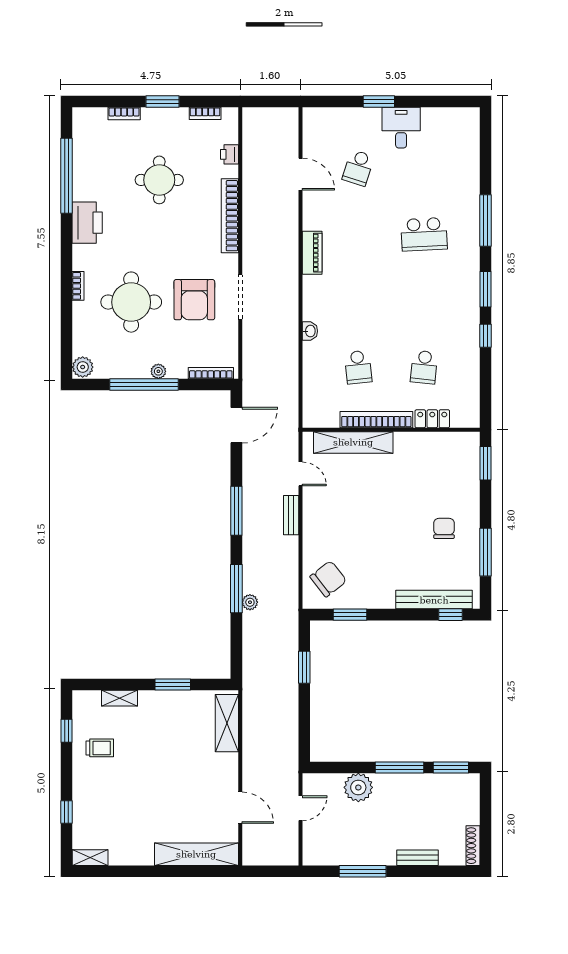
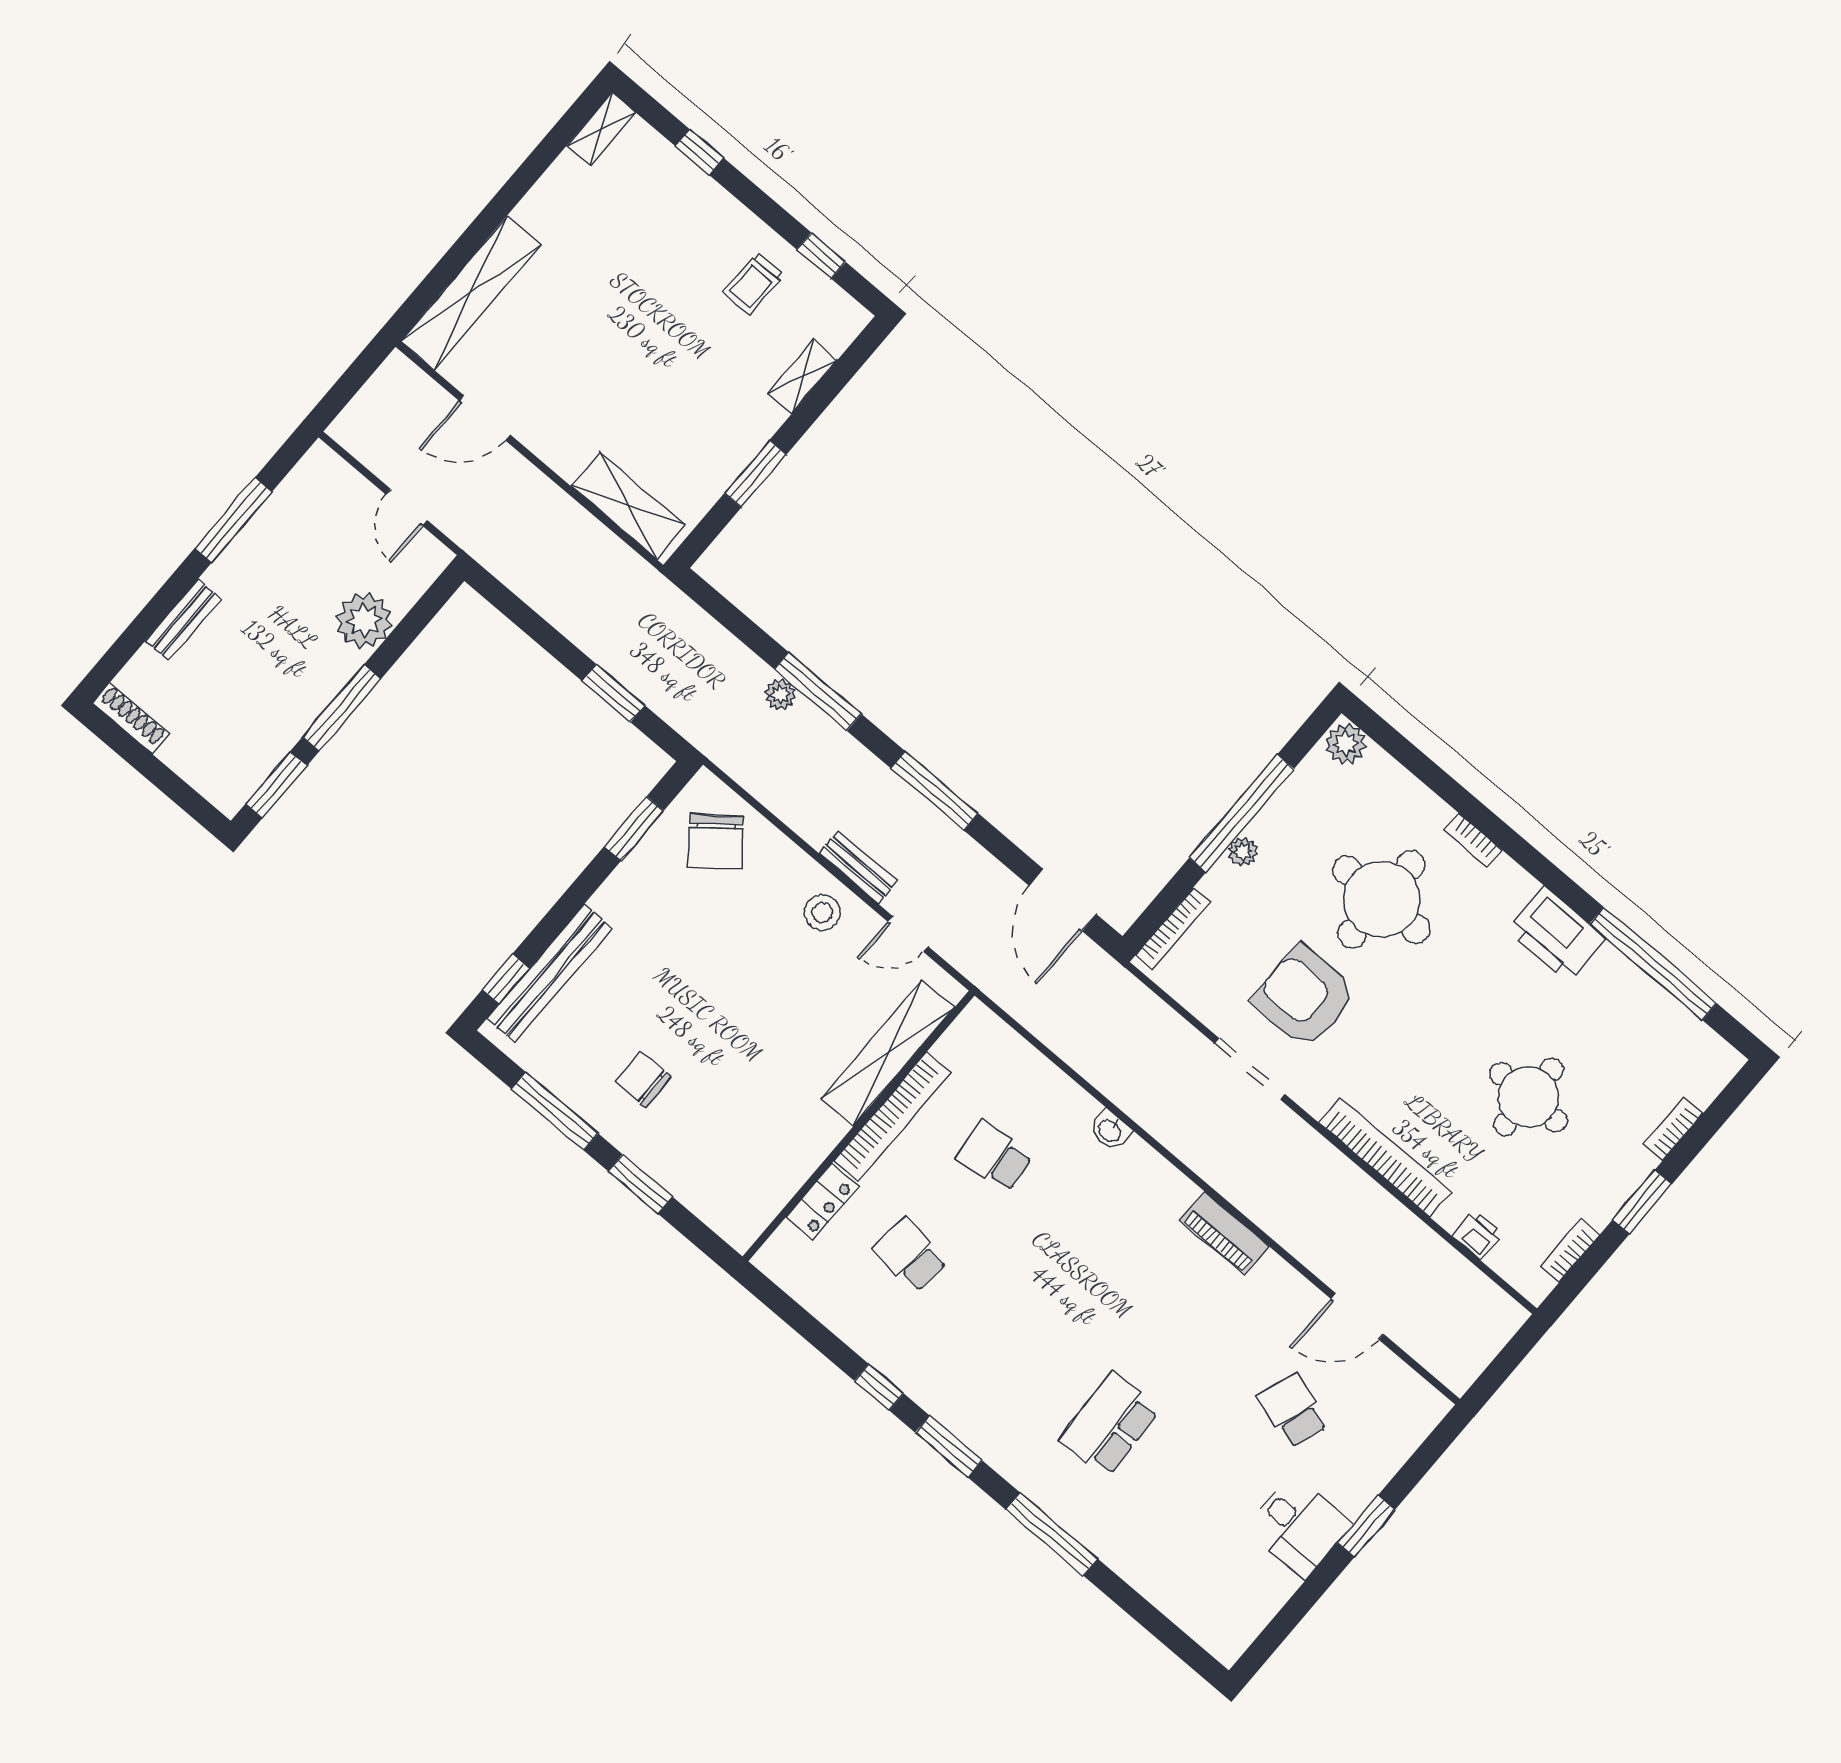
window: (485, 463) -> (640, 1184), moved
stool: (320, 514) -> (822, 912), added
chair: (444, 528) -> (643, 1079), turned 180

